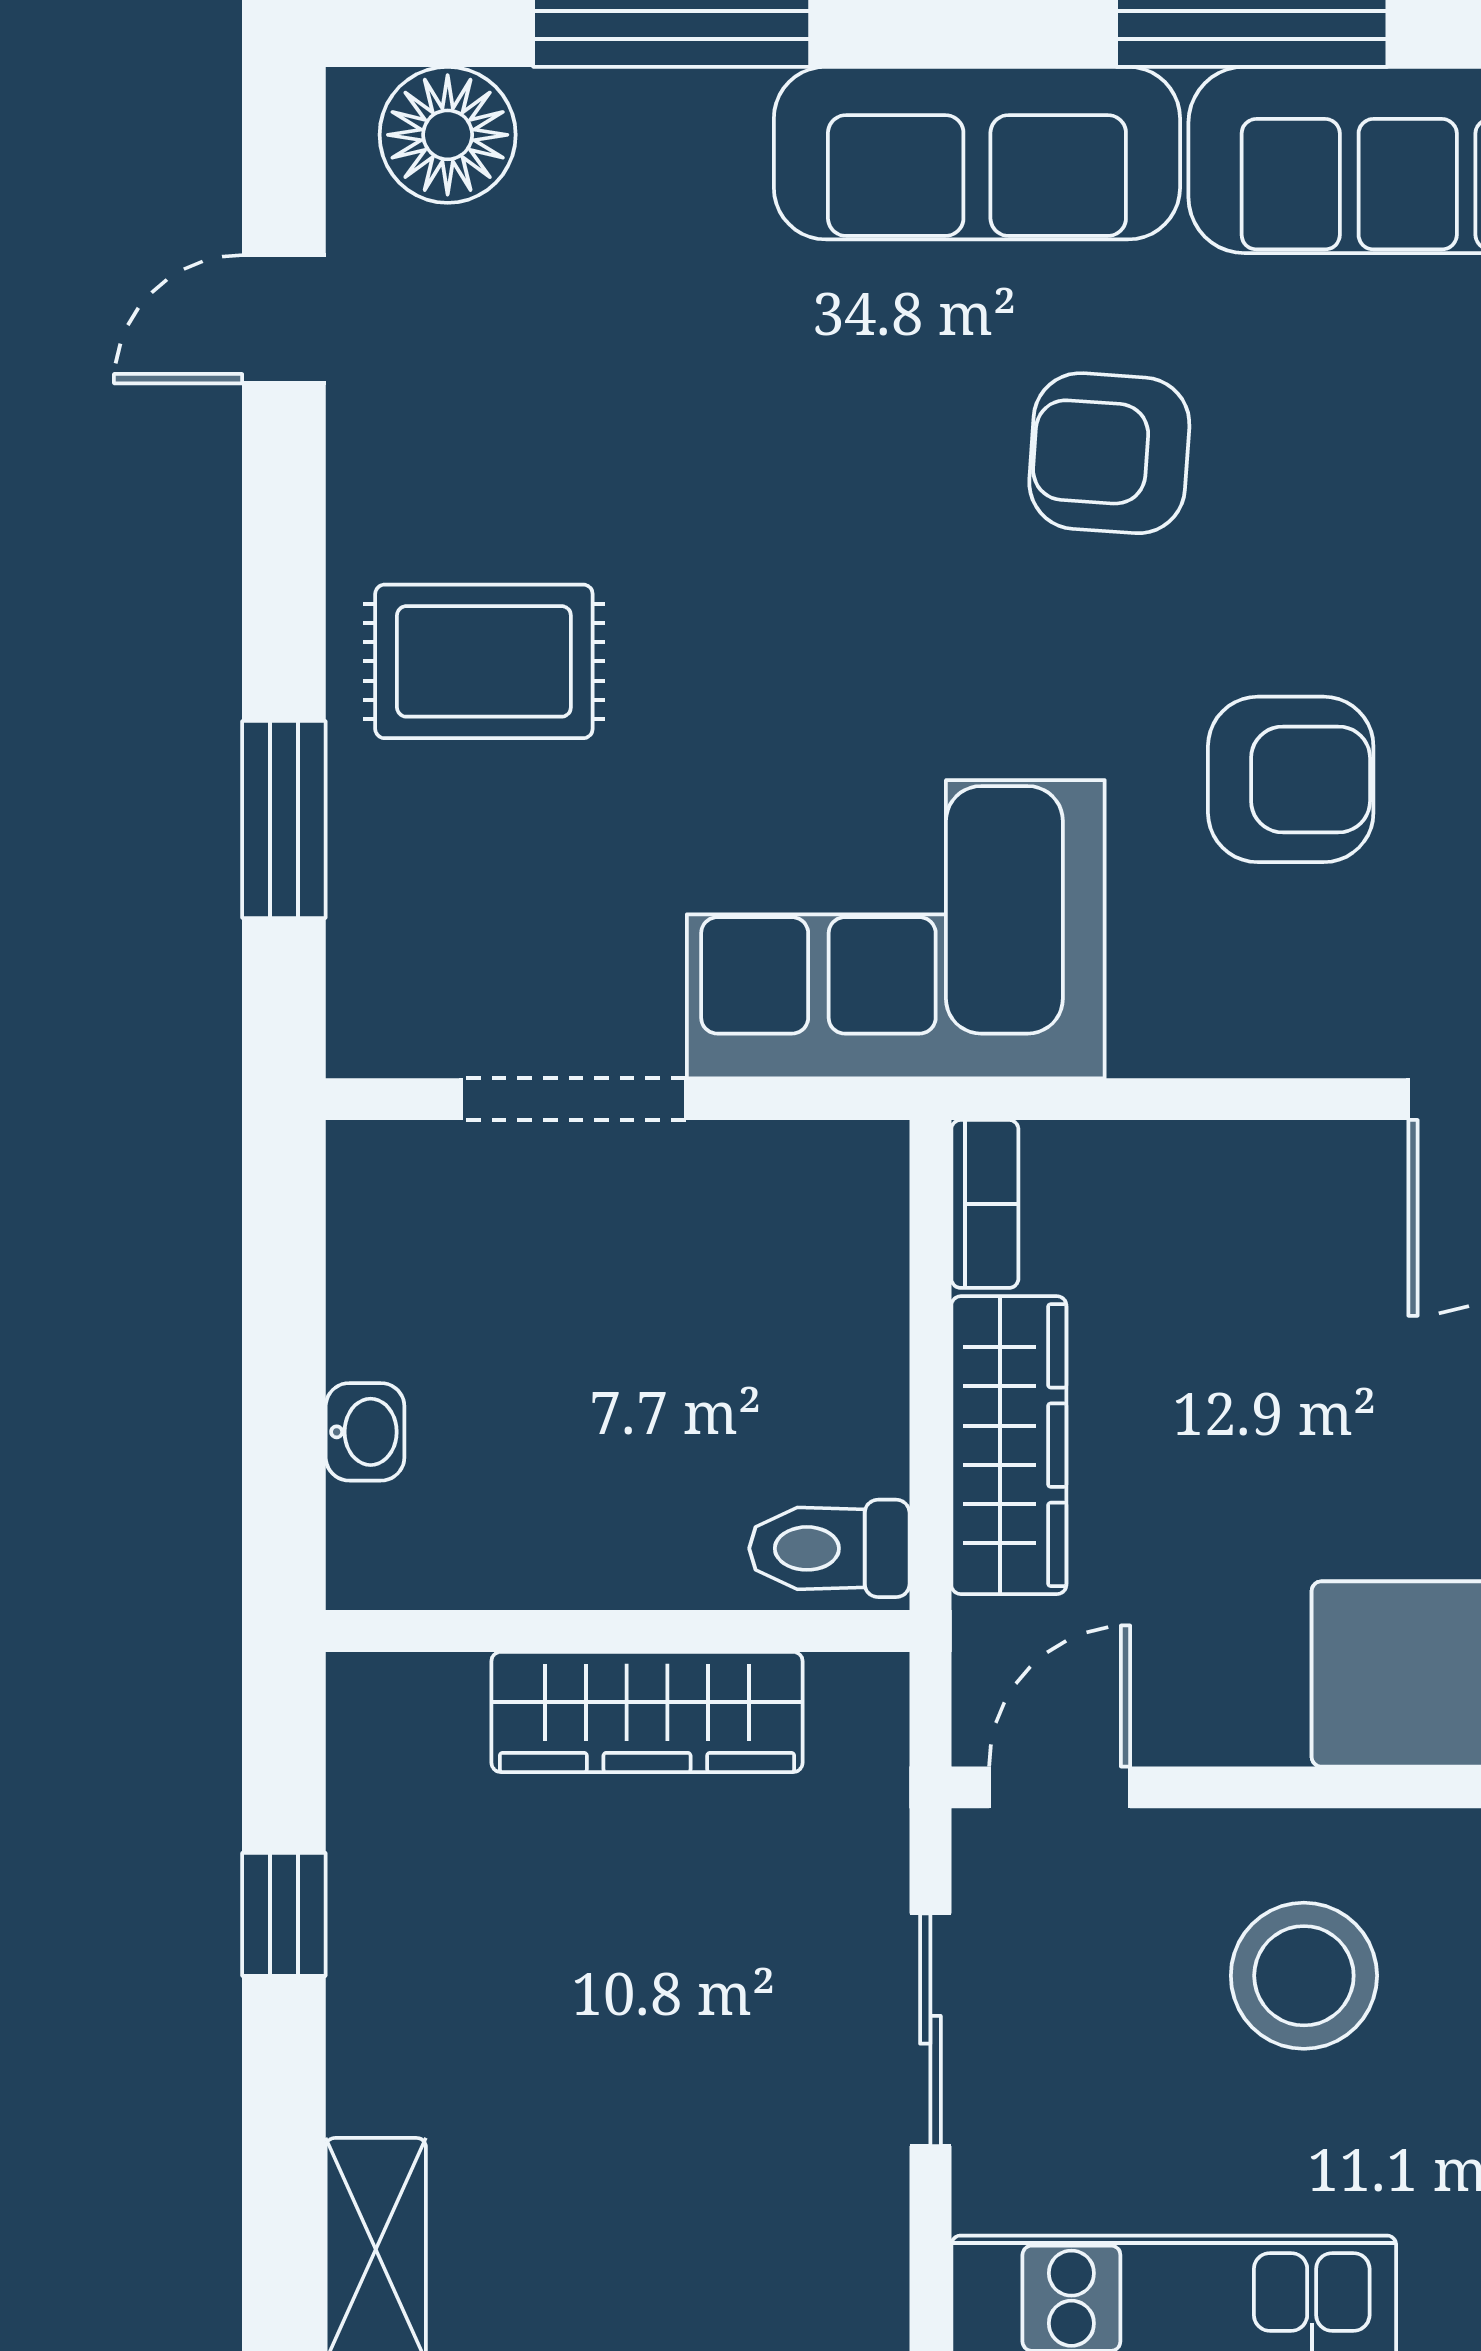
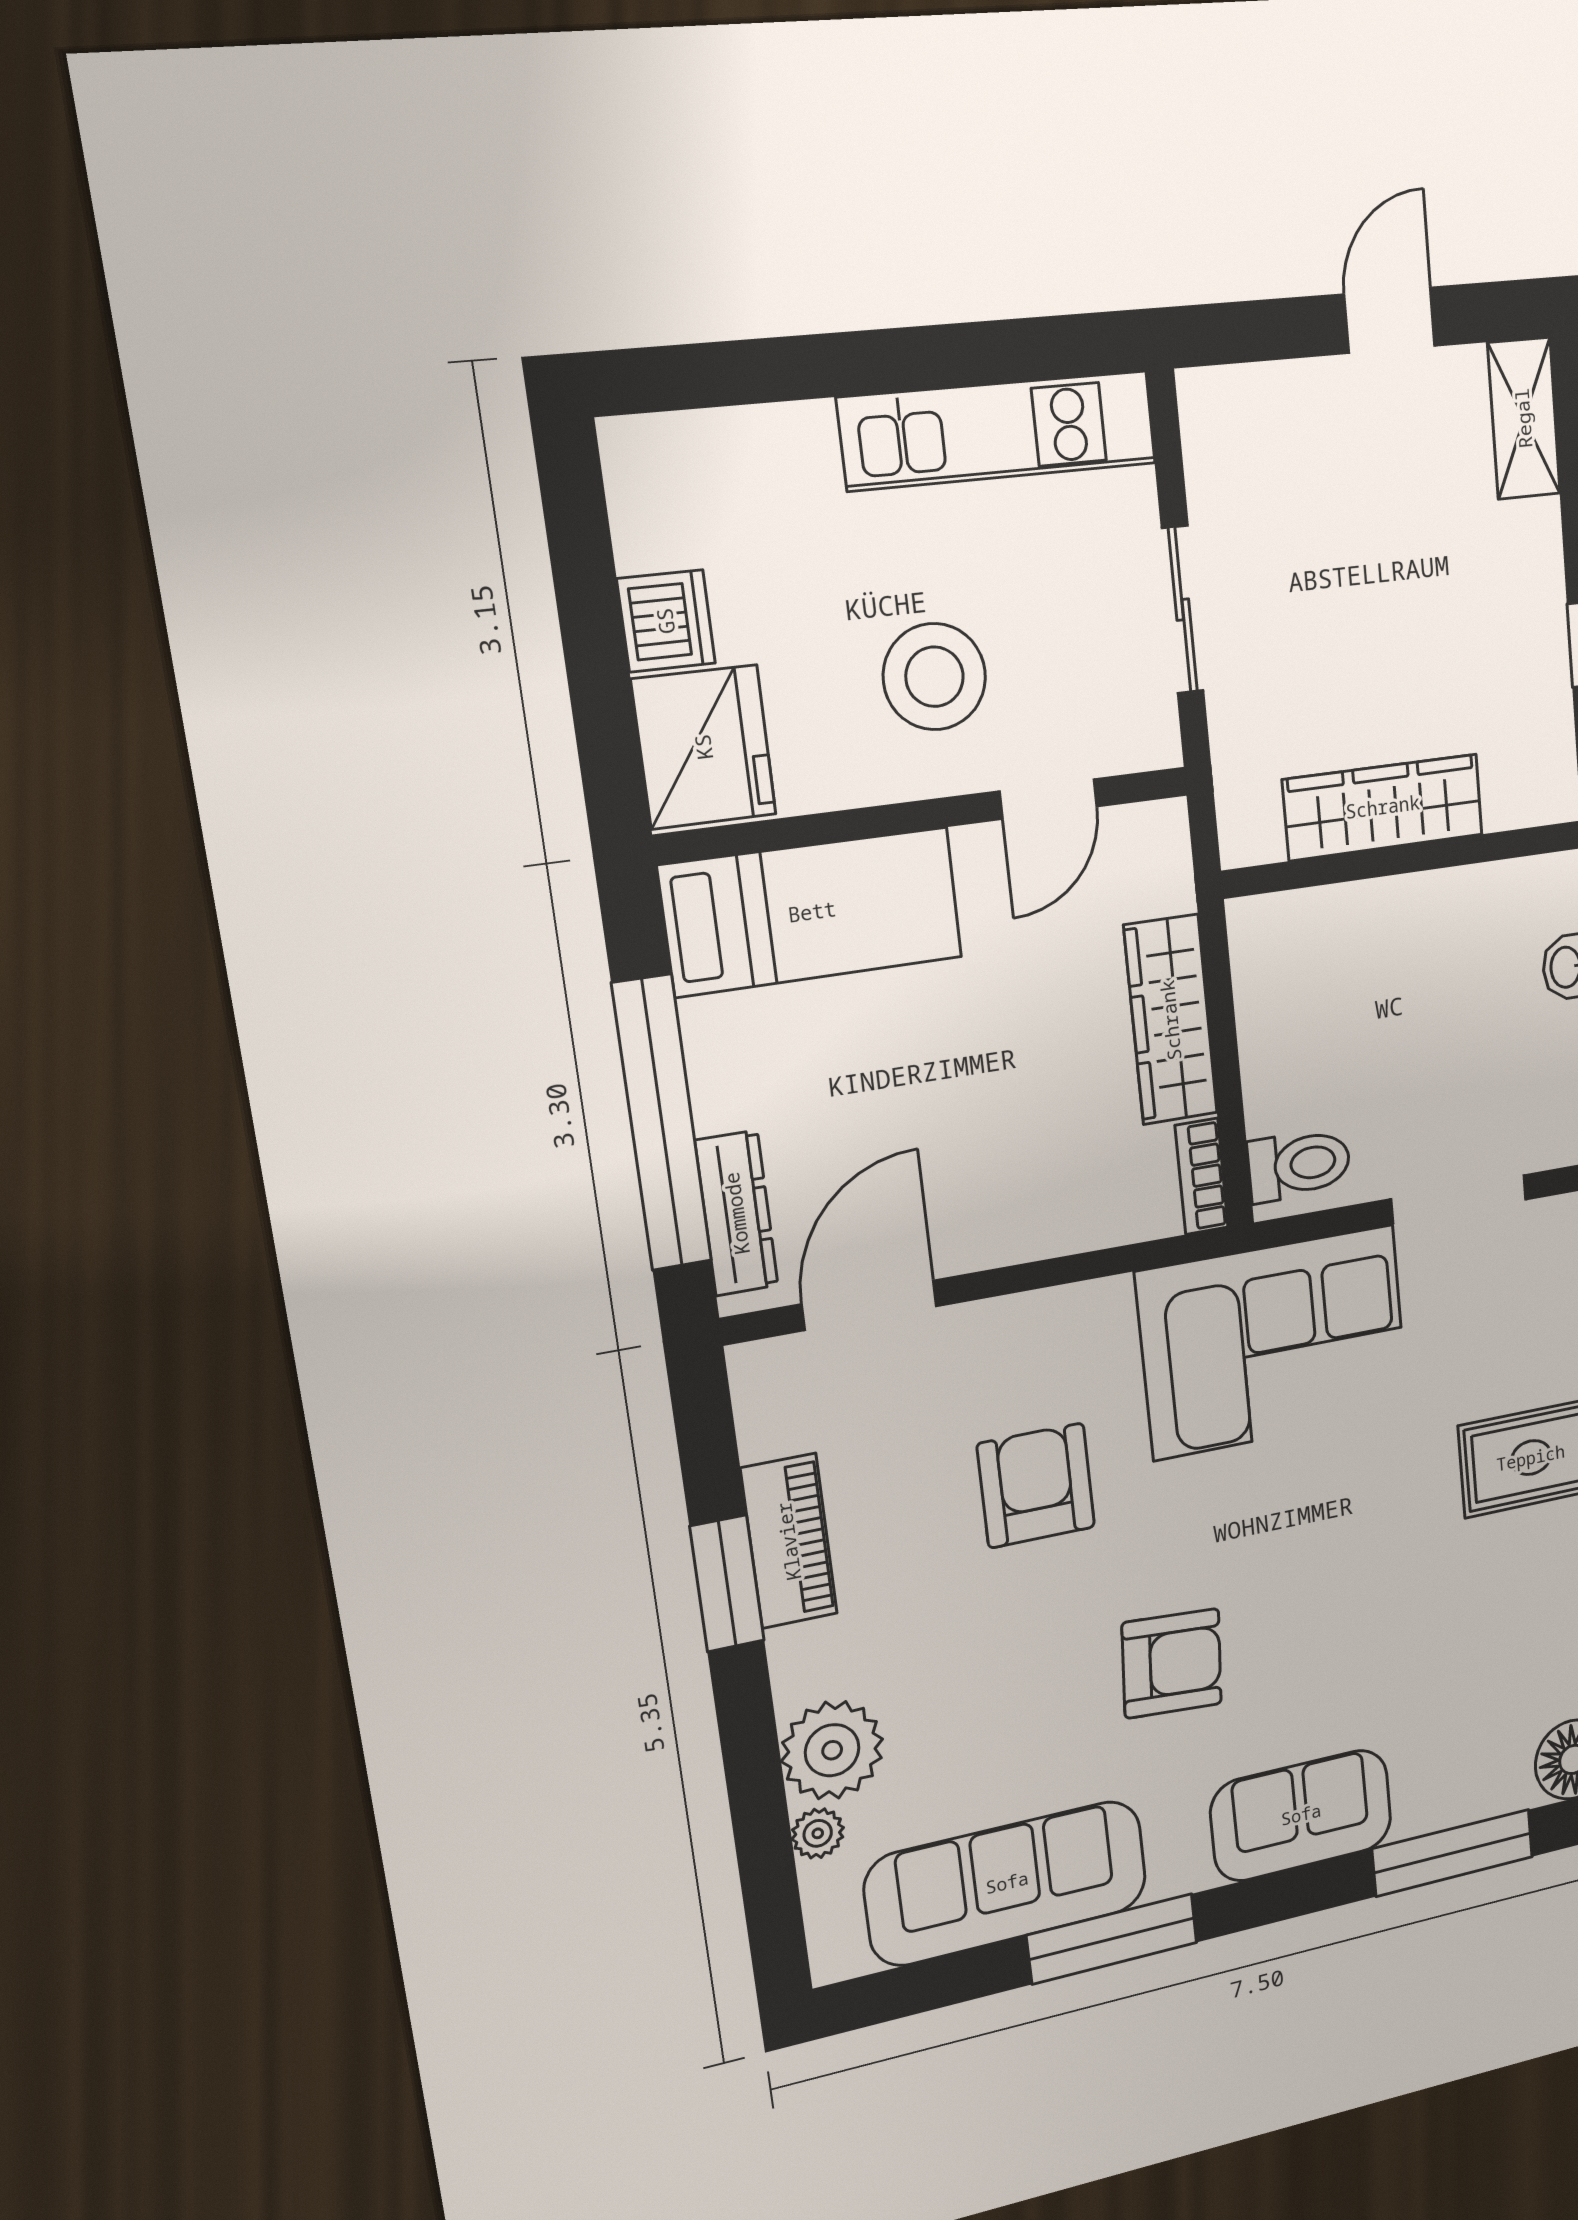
sofa: (977, 153) -> (1301, 1815), width x0.73
armchair: (1291, 779) -> (1036, 1486), turned 90
toilet: (829, 1548) -> (1299, 1165), moved
door: (1060, 1787) -> (1048, 799), moved

